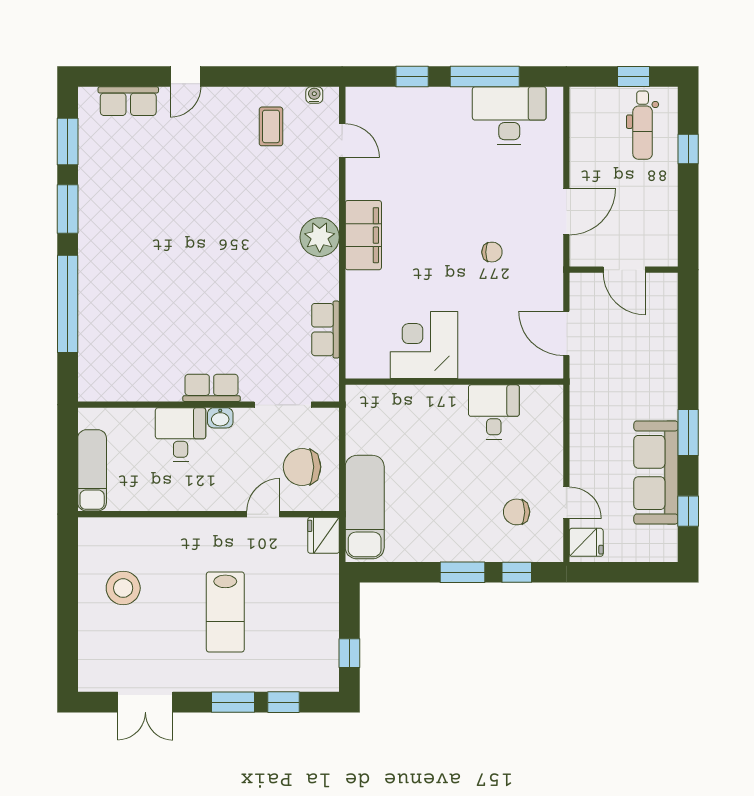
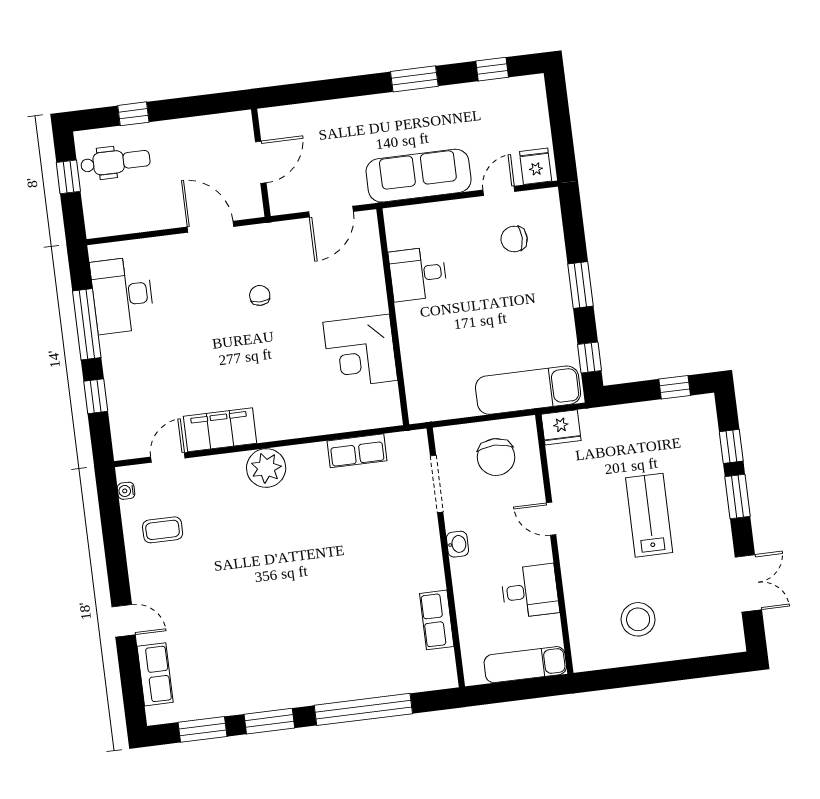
filing cabinet: (363, 235) -> (220, 430), moved
row of seats: (212, 388) -> (437, 620), moved
desk: (181, 435) -> (530, 591), moved, turned 180
sofa: (656, 472) -> (419, 176), moved, turned 180
chair: (517, 512) -> (514, 239), turned 90
door: (263, 514) -> (551, 519), moved
window: (517, 572) -> (590, 358), moved
lab bench: (225, 612) -> (649, 515), turned -90

